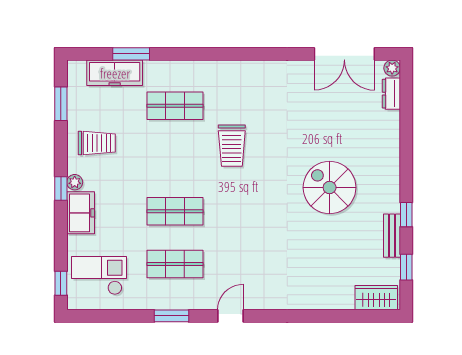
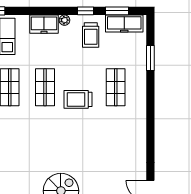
freezer: (115, 73) -> (124, 24), moved, turned -90
trolley: (232, 146) -> (78, 99), moved
window: (61, 189) -> (86, 11), moved

